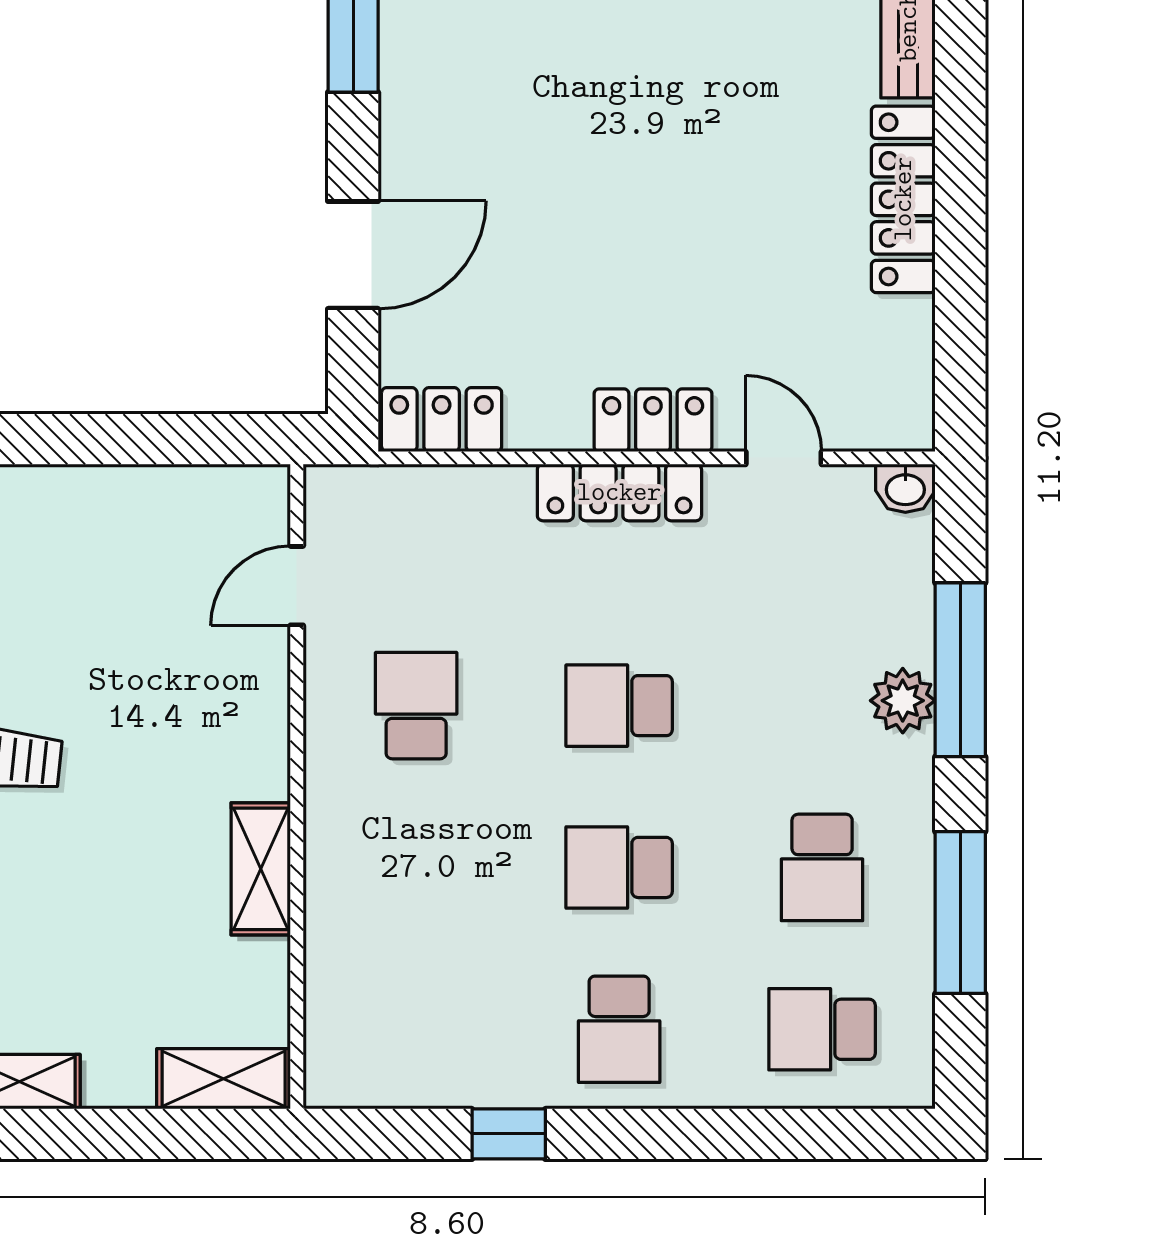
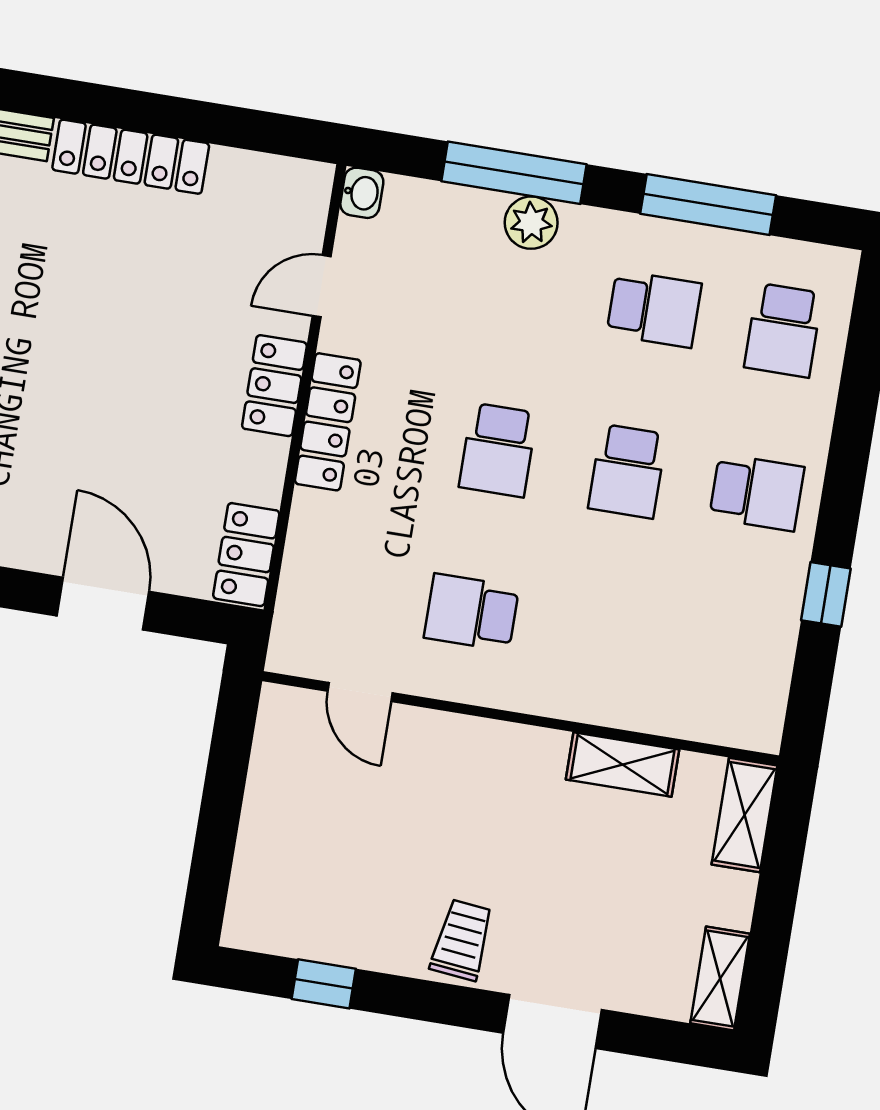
shelving: (261, 869) -> (623, 764), moved

